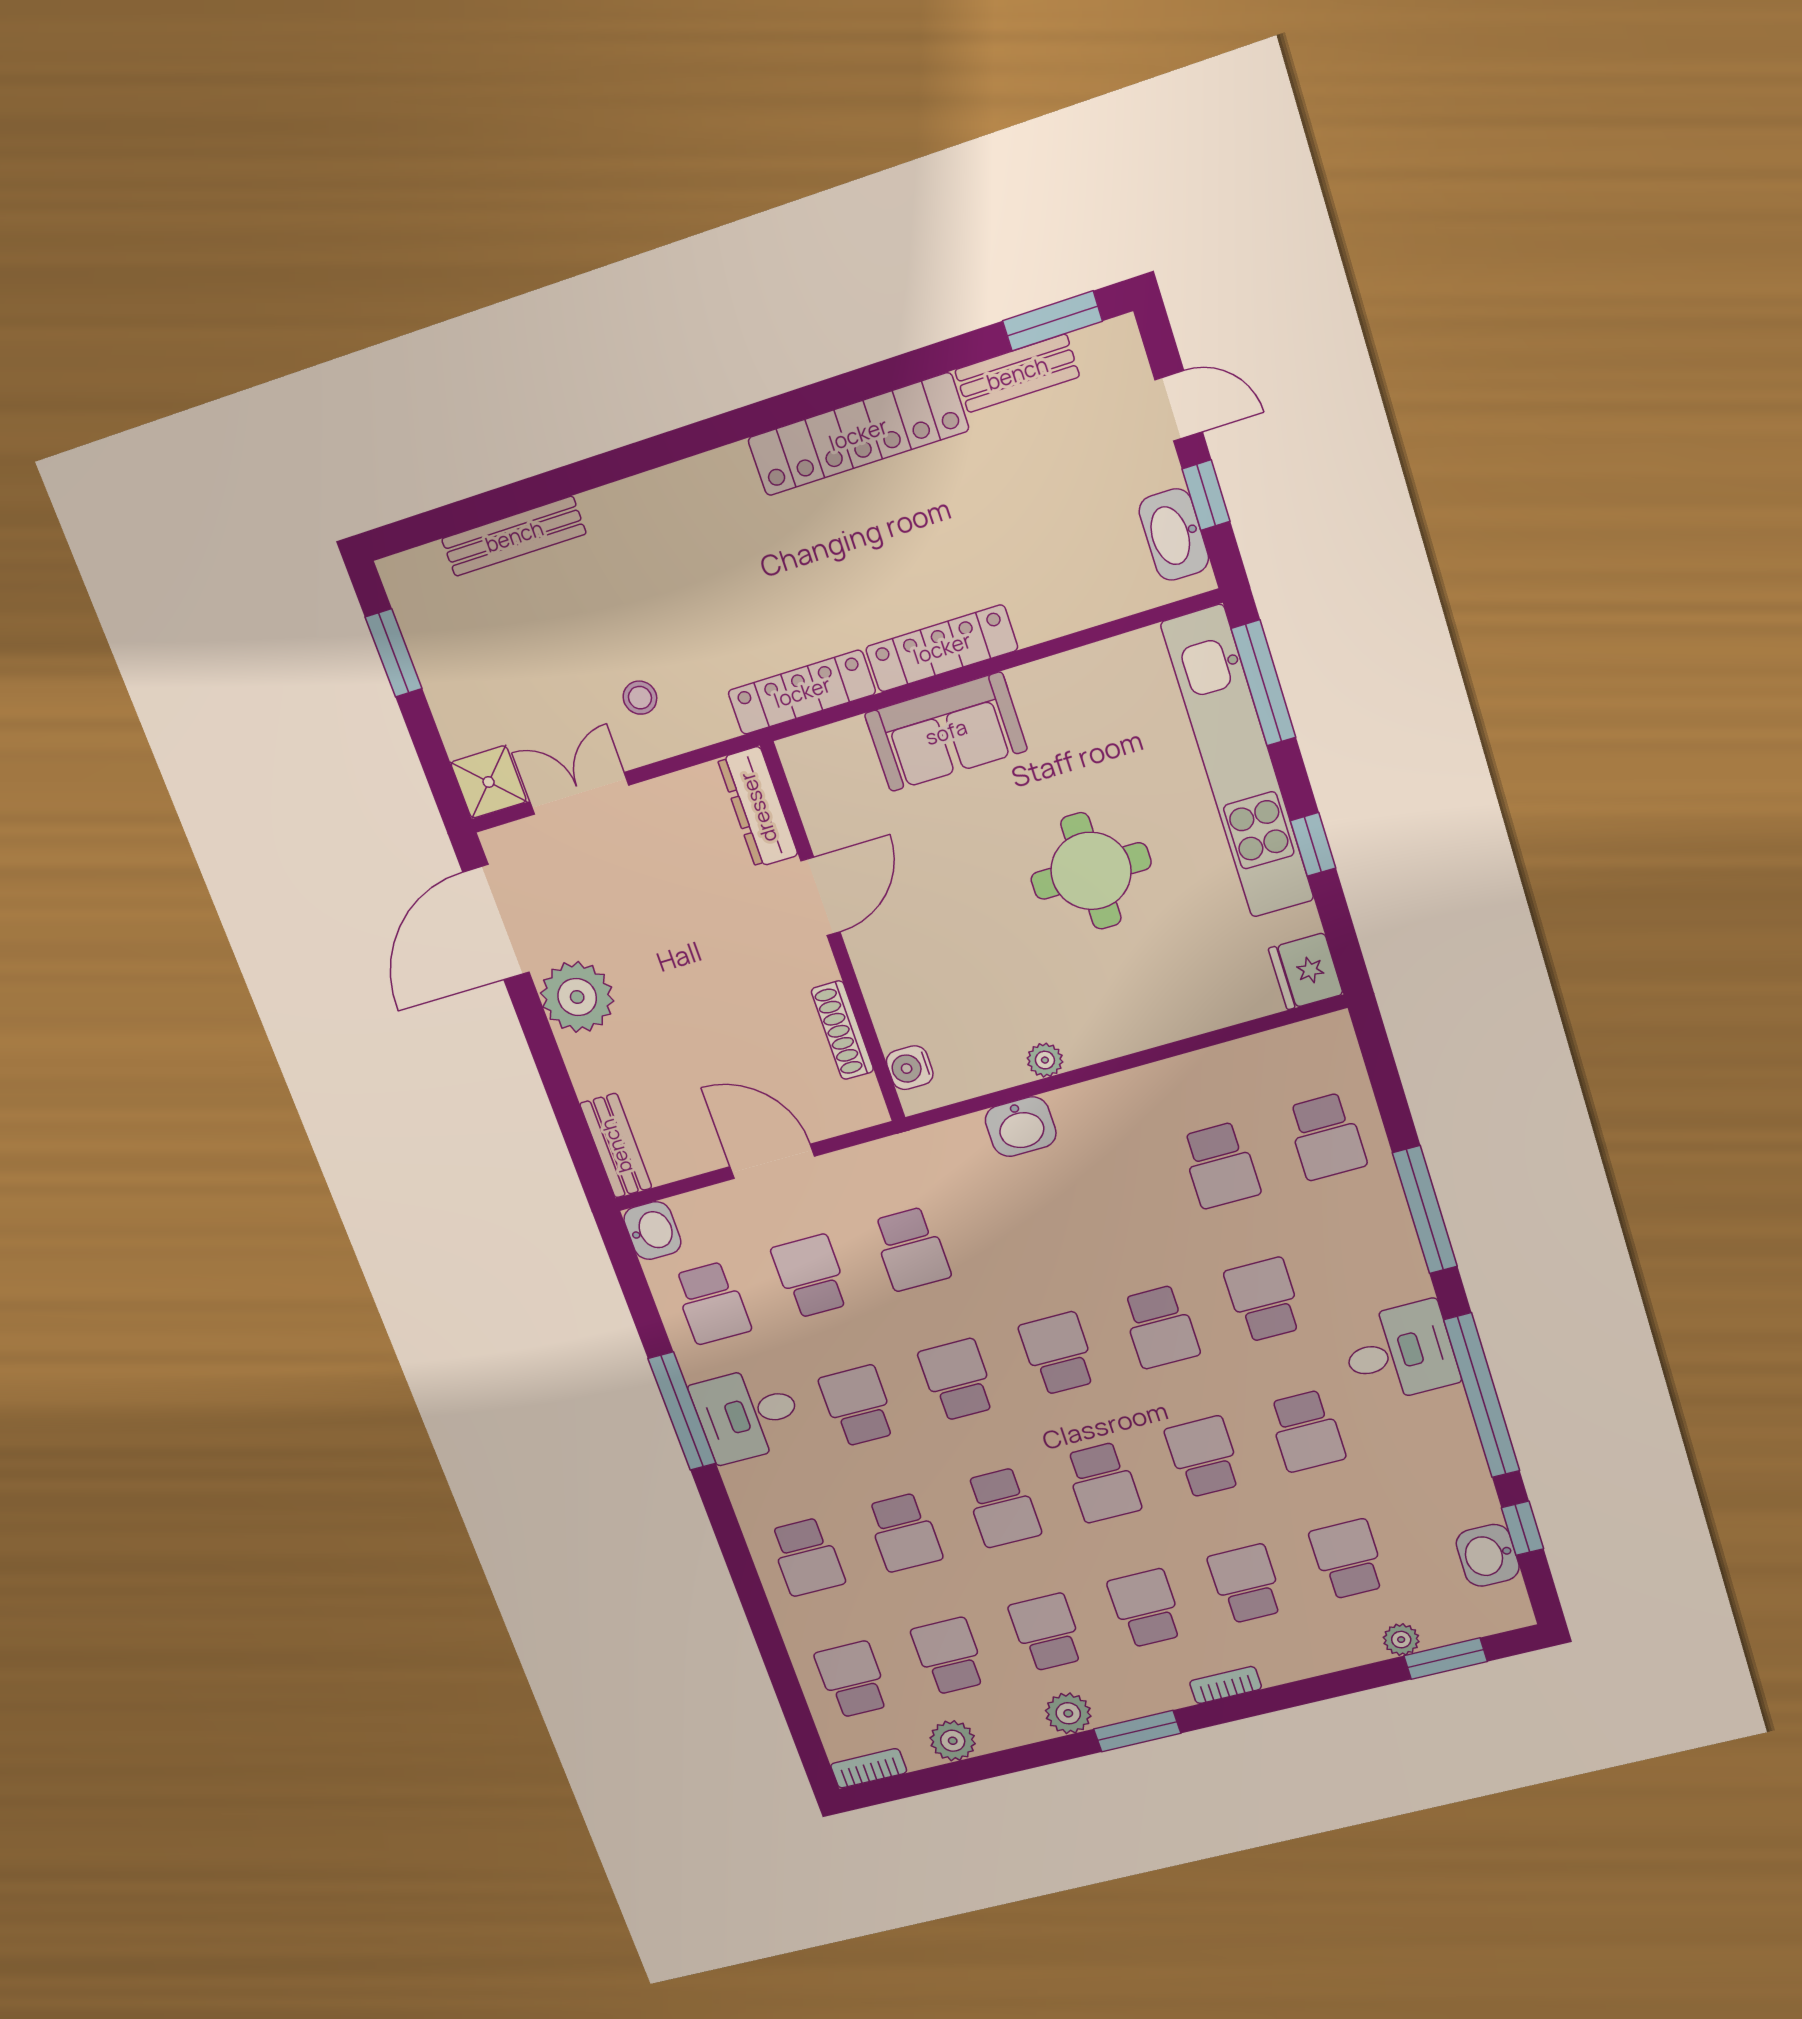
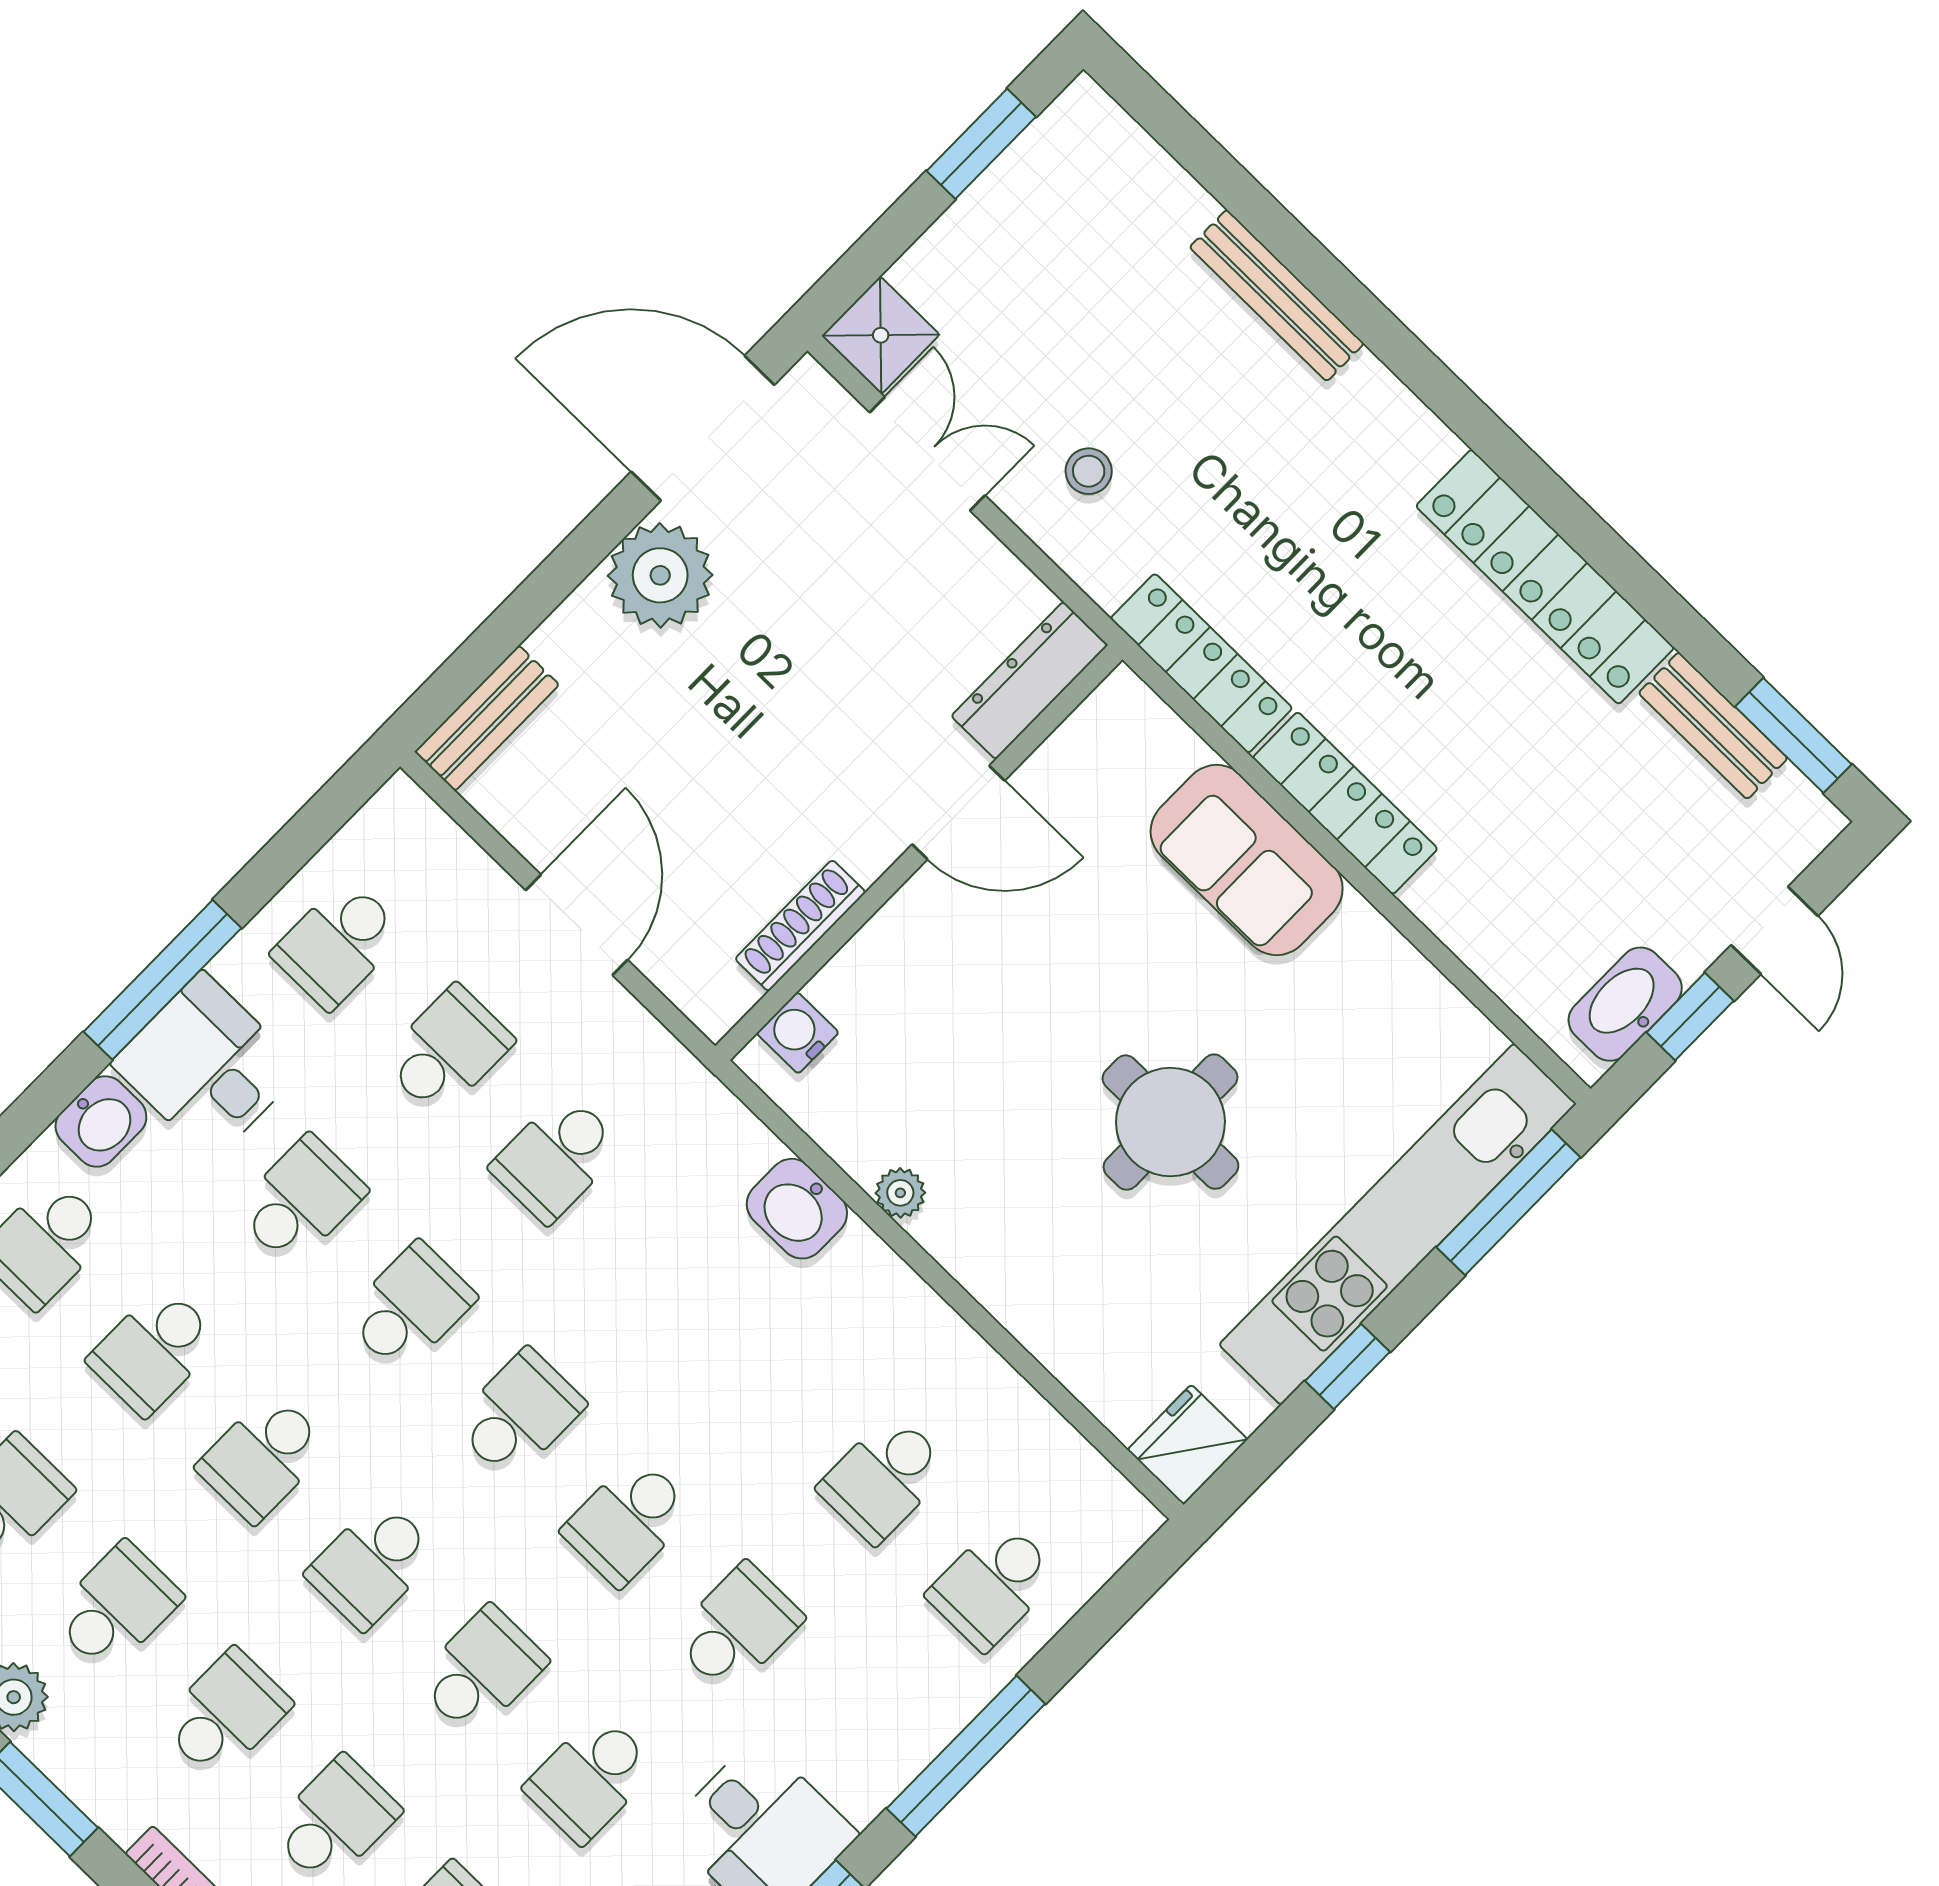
bench: (514, 536) -> (1277, 295), moved
washbasin: (652, 1231) -> (101, 1121), moved

